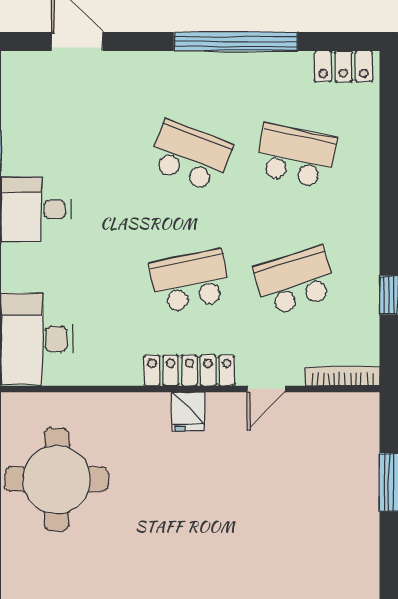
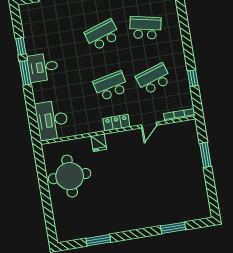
school desk: (190, 156) -> (102, 35), turned -39
locker: (189, 370) -> (116, 123), width x0.66
fridge: (188, 411) -> (99, 143), moved

